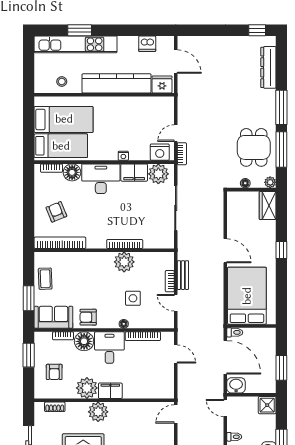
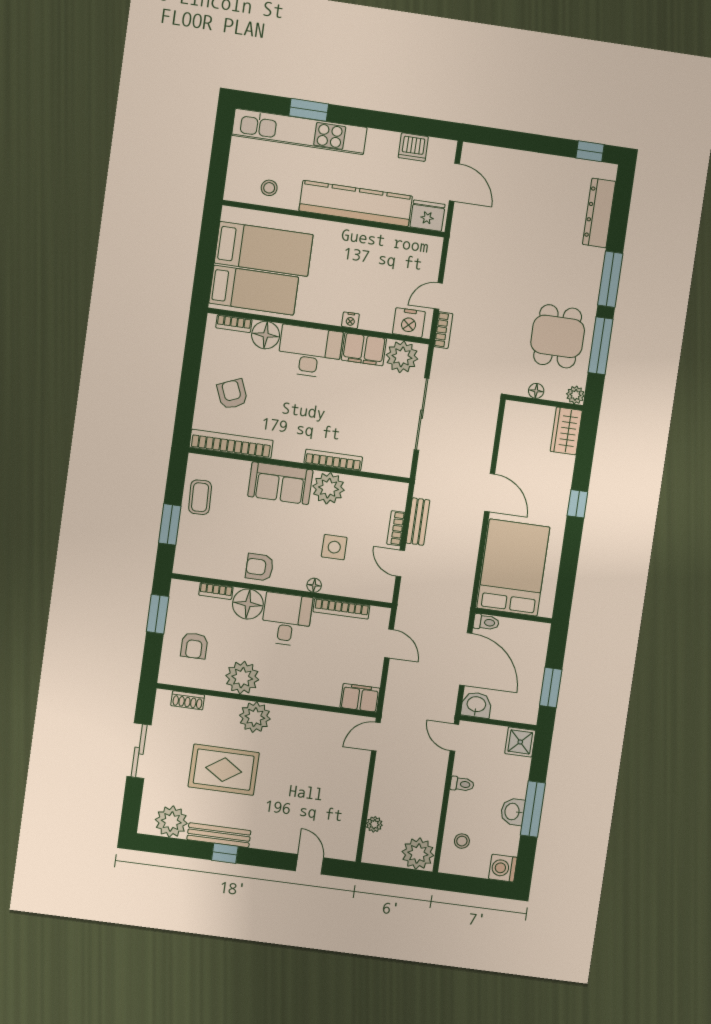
sofa: (53, 317) -> (280, 483), moved, turned 180
filing cabinet: (110, 391) -> (360, 698), moved

